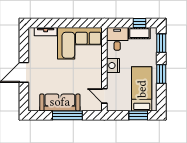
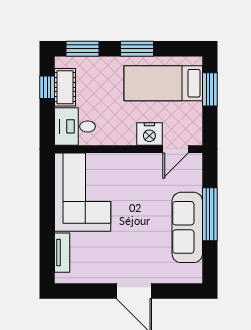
nightstand: (113, 66) -> (149, 134), moved

